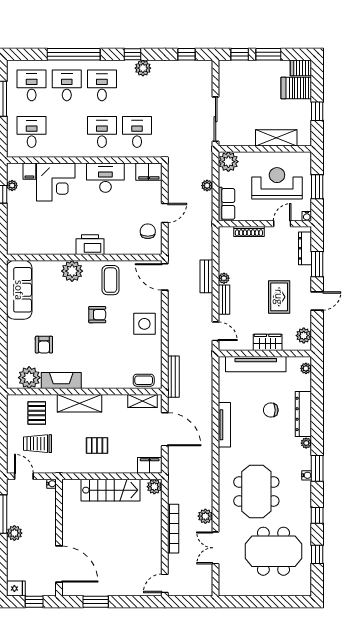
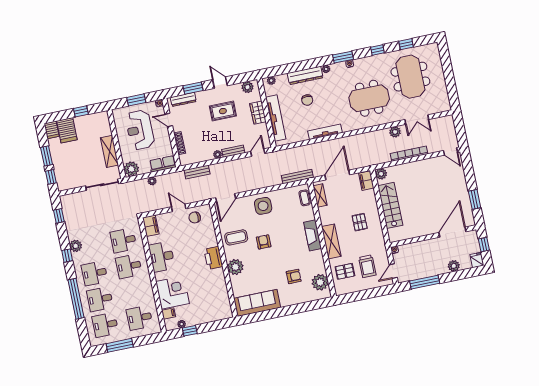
shelving: (276, 138) -> (109, 151), moved
bench: (206, 276) -> (197, 172), moved
fireplace: (61, 381) -> (313, 235), moved
plant: (14, 533) -> (454, 266), moved

